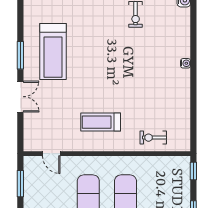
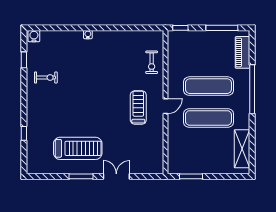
treadmill: (101, 122) -> (138, 107), turned 180
door: (51, 154) -> (165, 106), moved

